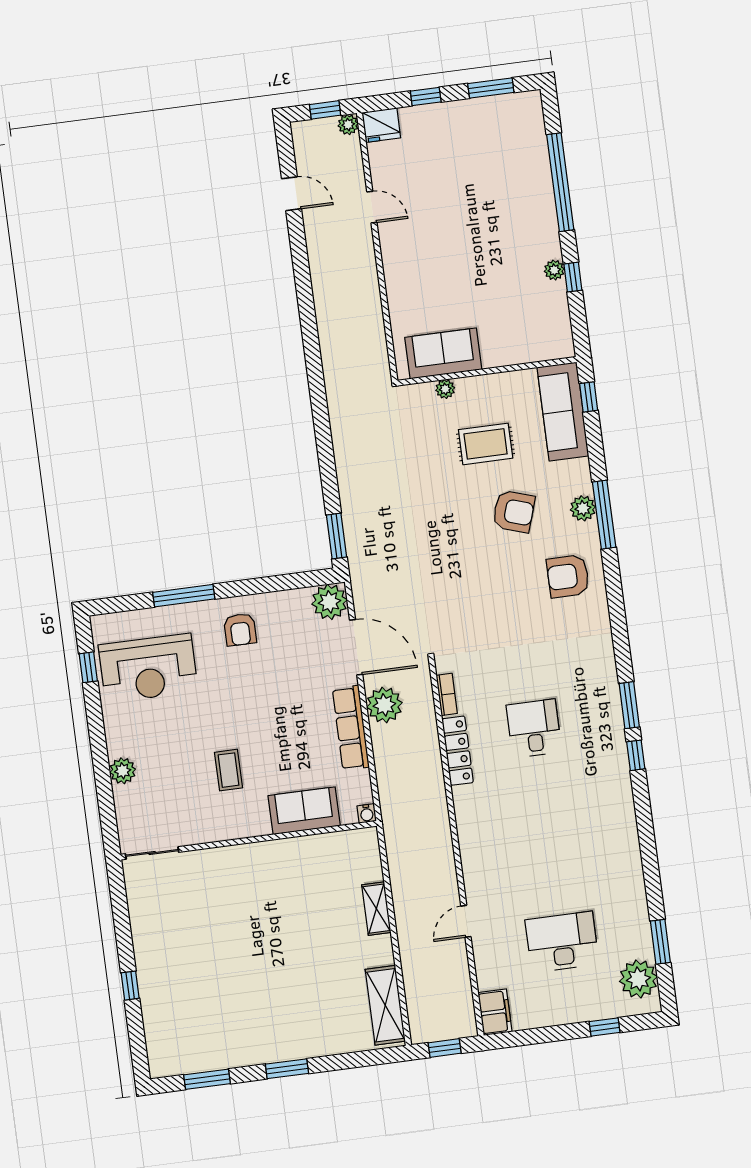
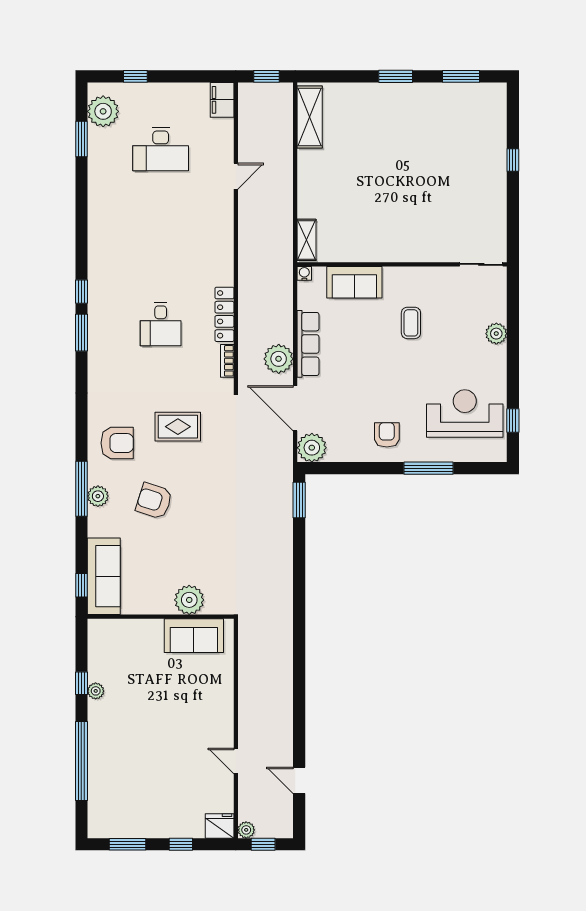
plant: (445, 389) -> (189, 600), width x1.88, depth x1.88
rug: (486, 444) -> (178, 427), moved
shelving: (376, 909) -> (307, 240), moved

